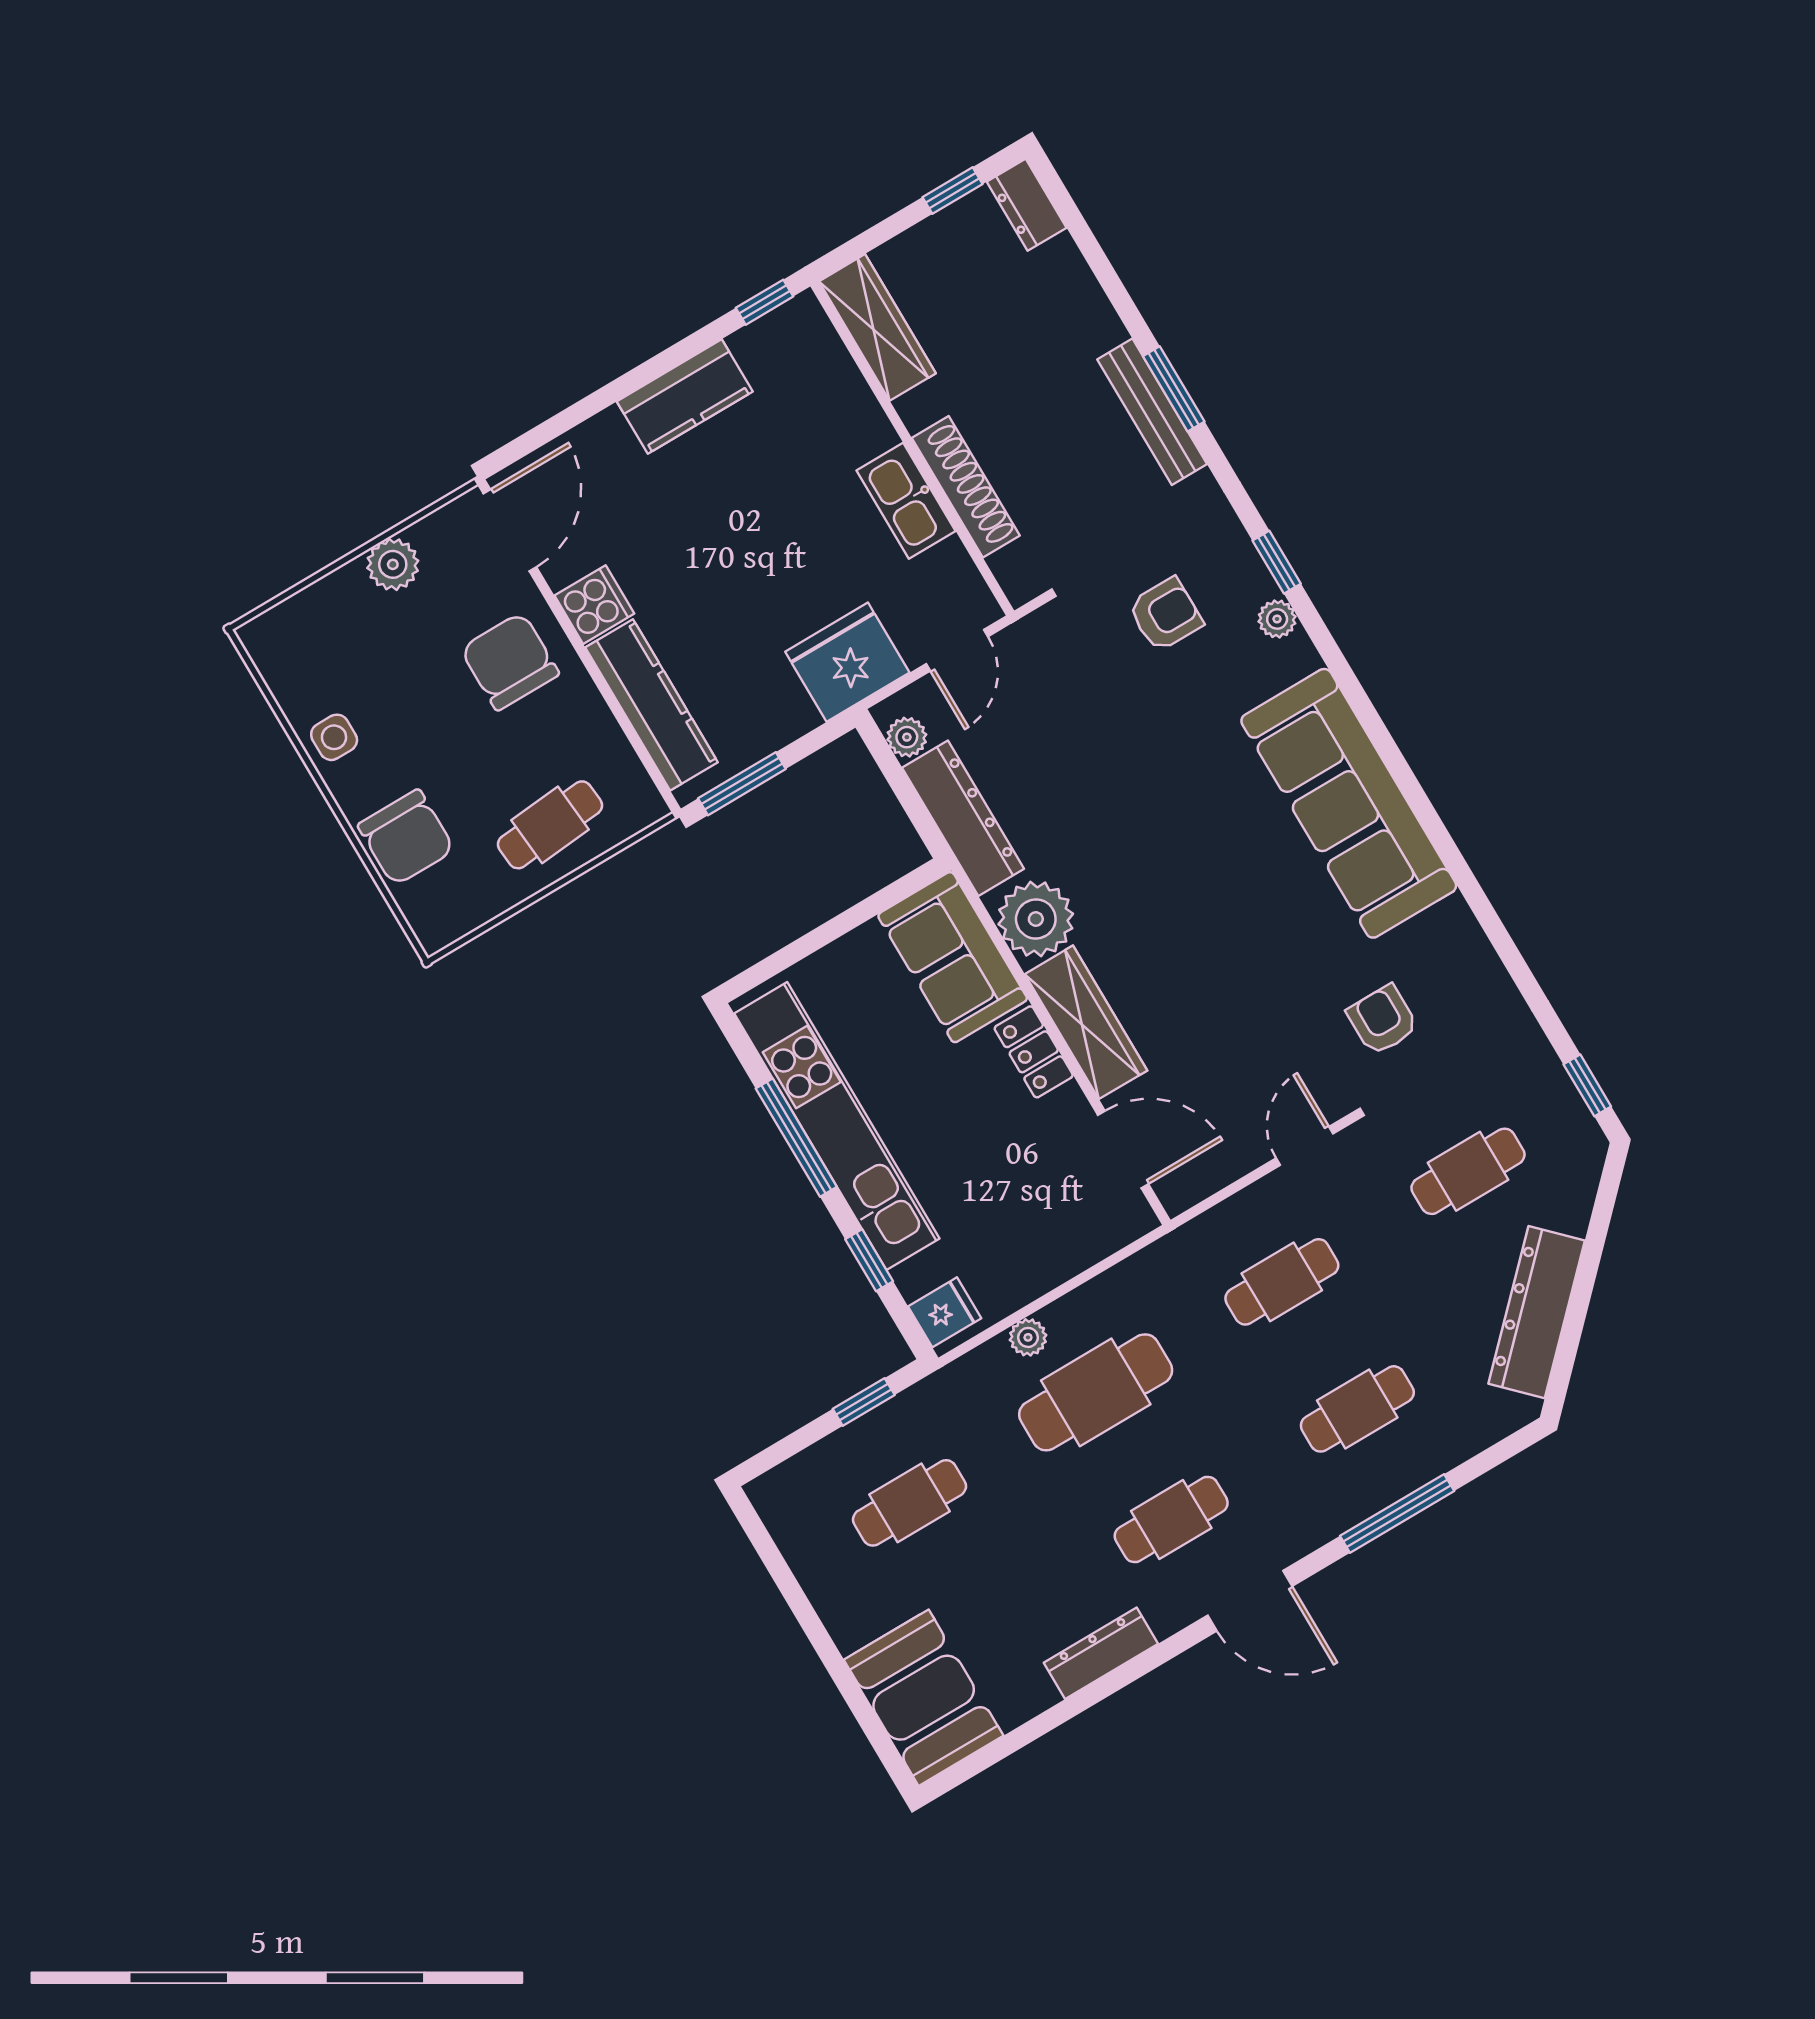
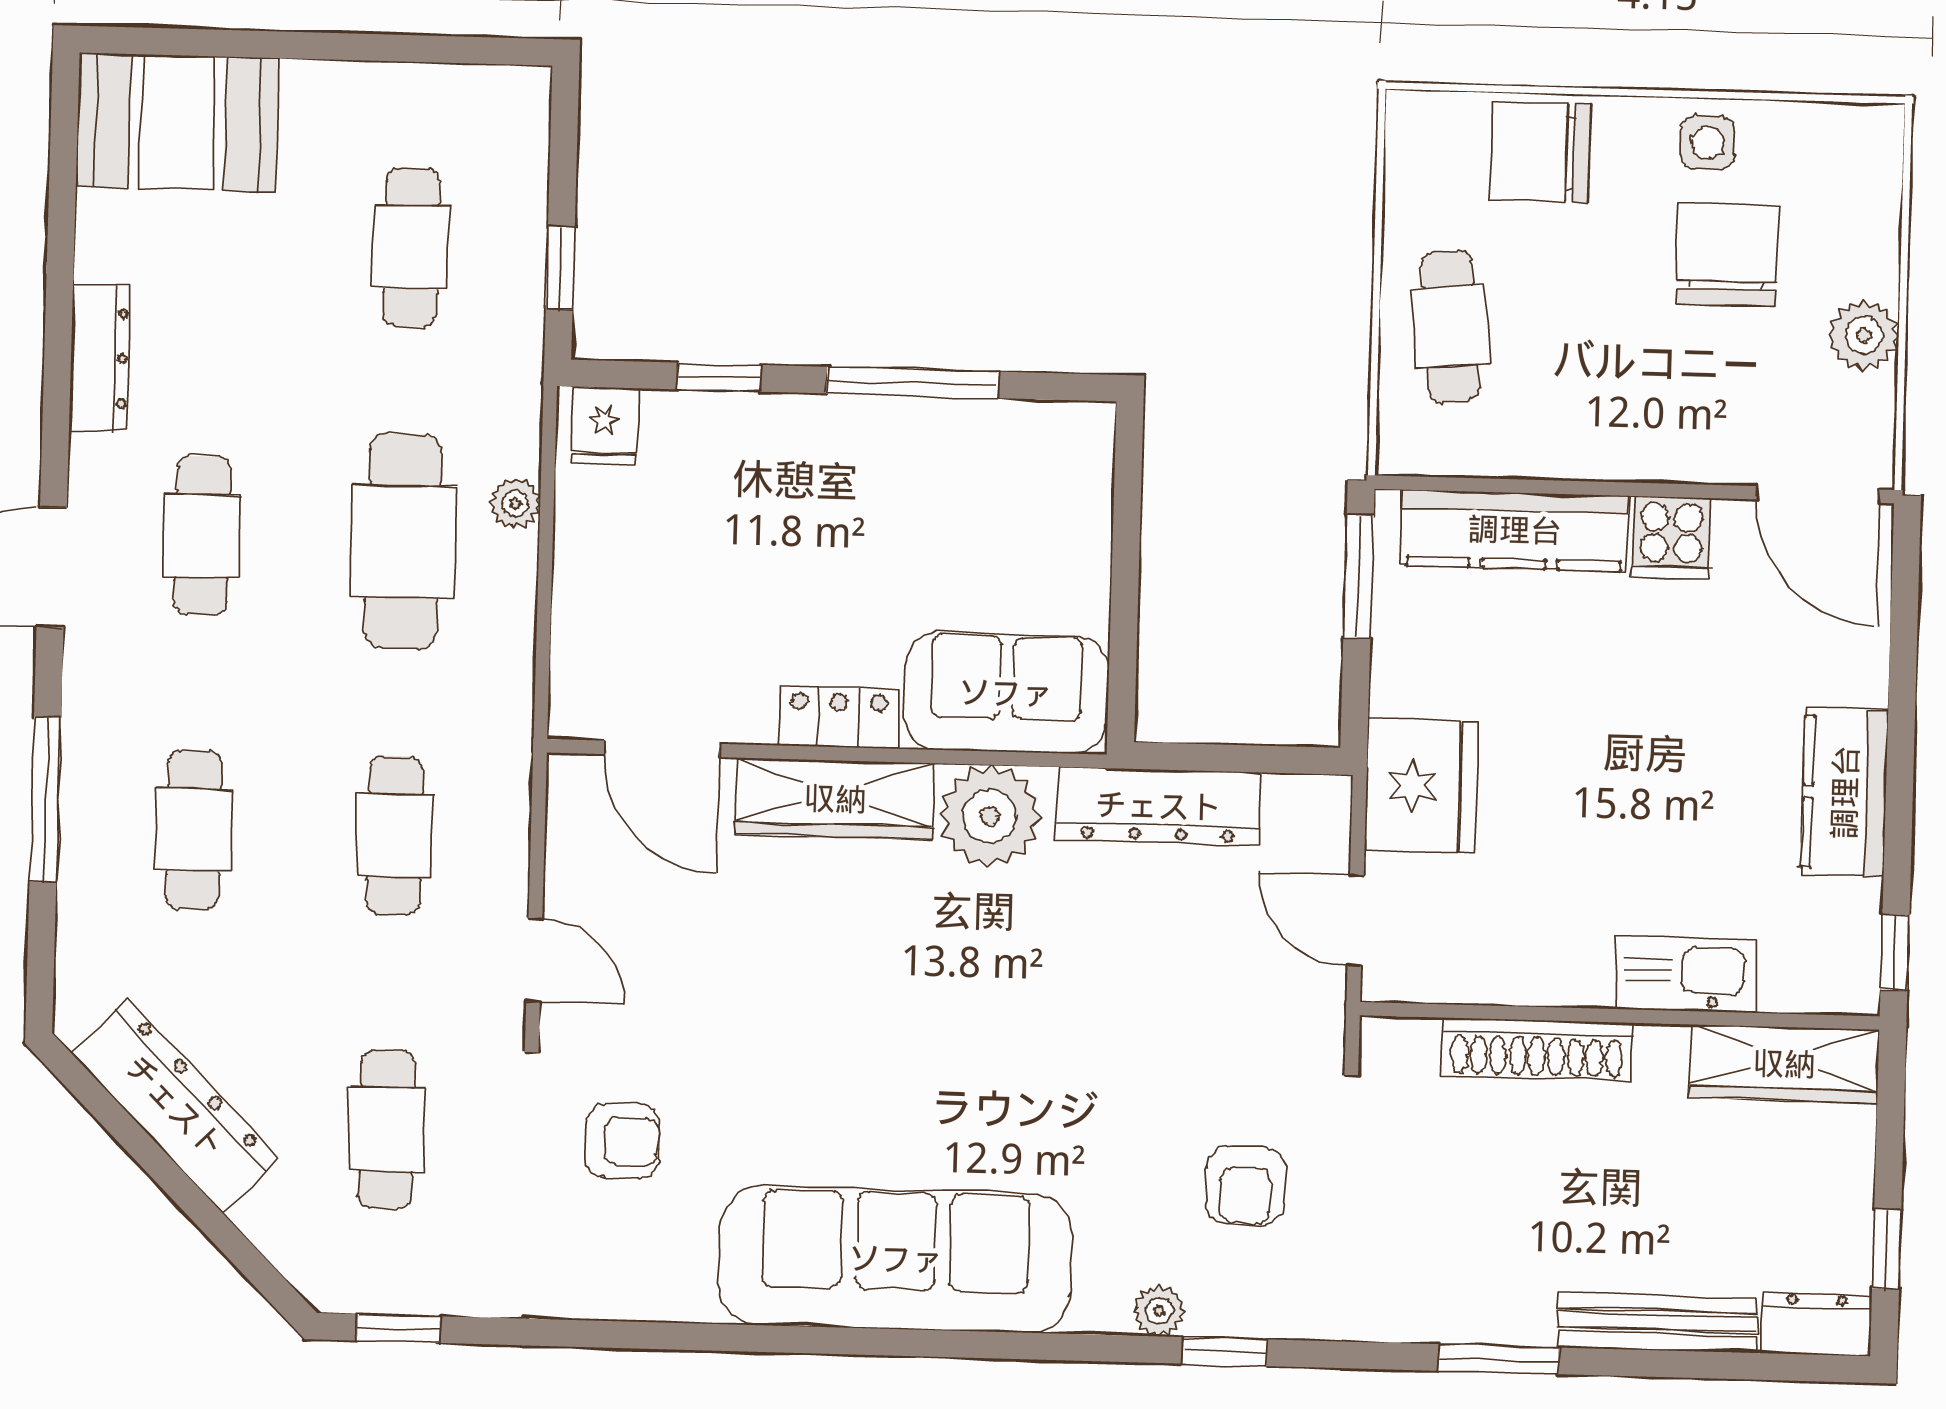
bench: (1152, 412) -> (1657, 1322), moved
kitchen sink: (906, 501) -> (1685, 974), moved
chair: (510, 661) -> (1727, 255), moved, turned -90
plant: (907, 737) -> (1292, 800), removed
kitchen unit: (837, 1126) -> (897, 437), removed
door: (1123, 1150) -> (662, 749), hinge flipped

